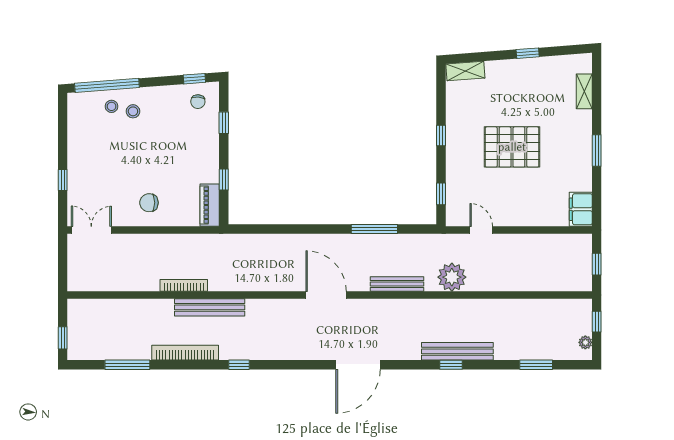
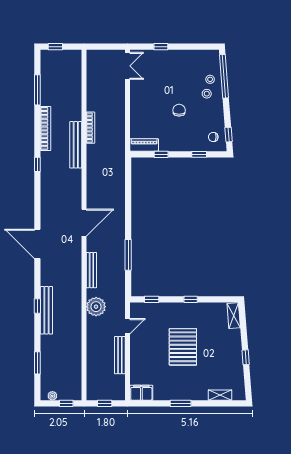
chair: (149, 203) -> (179, 110), moved
bench: (525, 241) -> (120, 355), added

